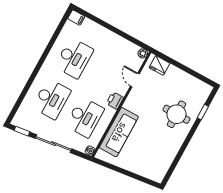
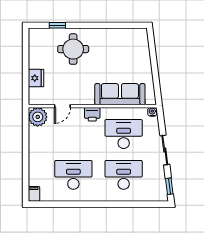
plant: (143, 53) -> (38, 117), width x1.88, depth x1.88
fridge: (160, 65) -> (36, 78), moved
sliding door: (53, 144) -> (165, 150), width x0.73

